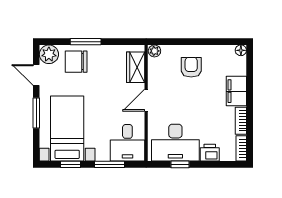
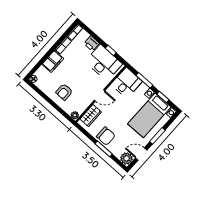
chair: (76, 62) -> (106, 136), moved
door: (36, 75) -> (141, 154), swing flipped

